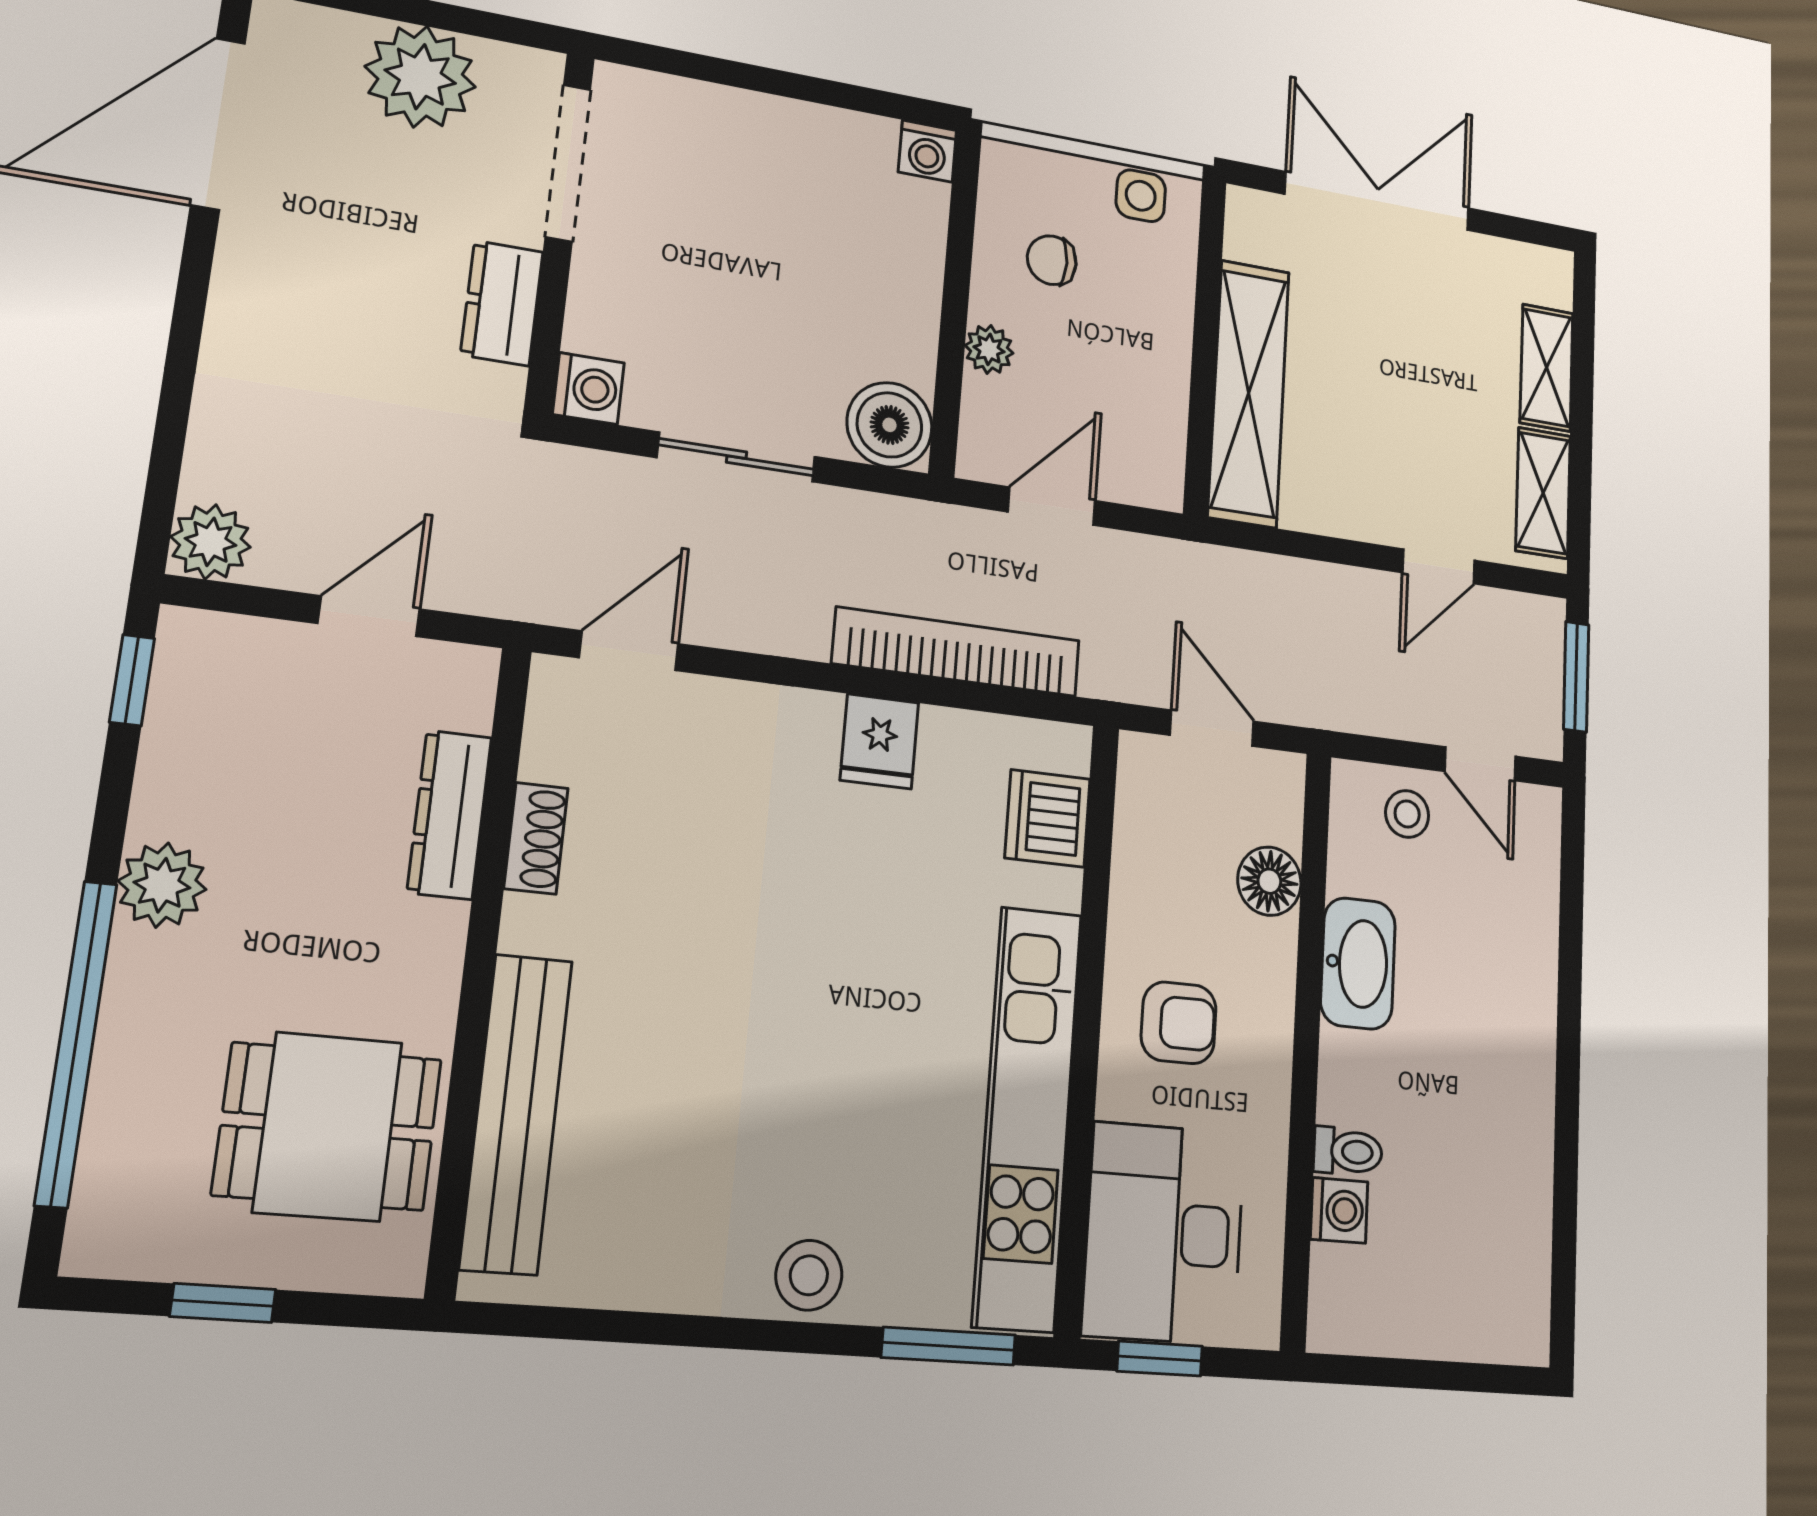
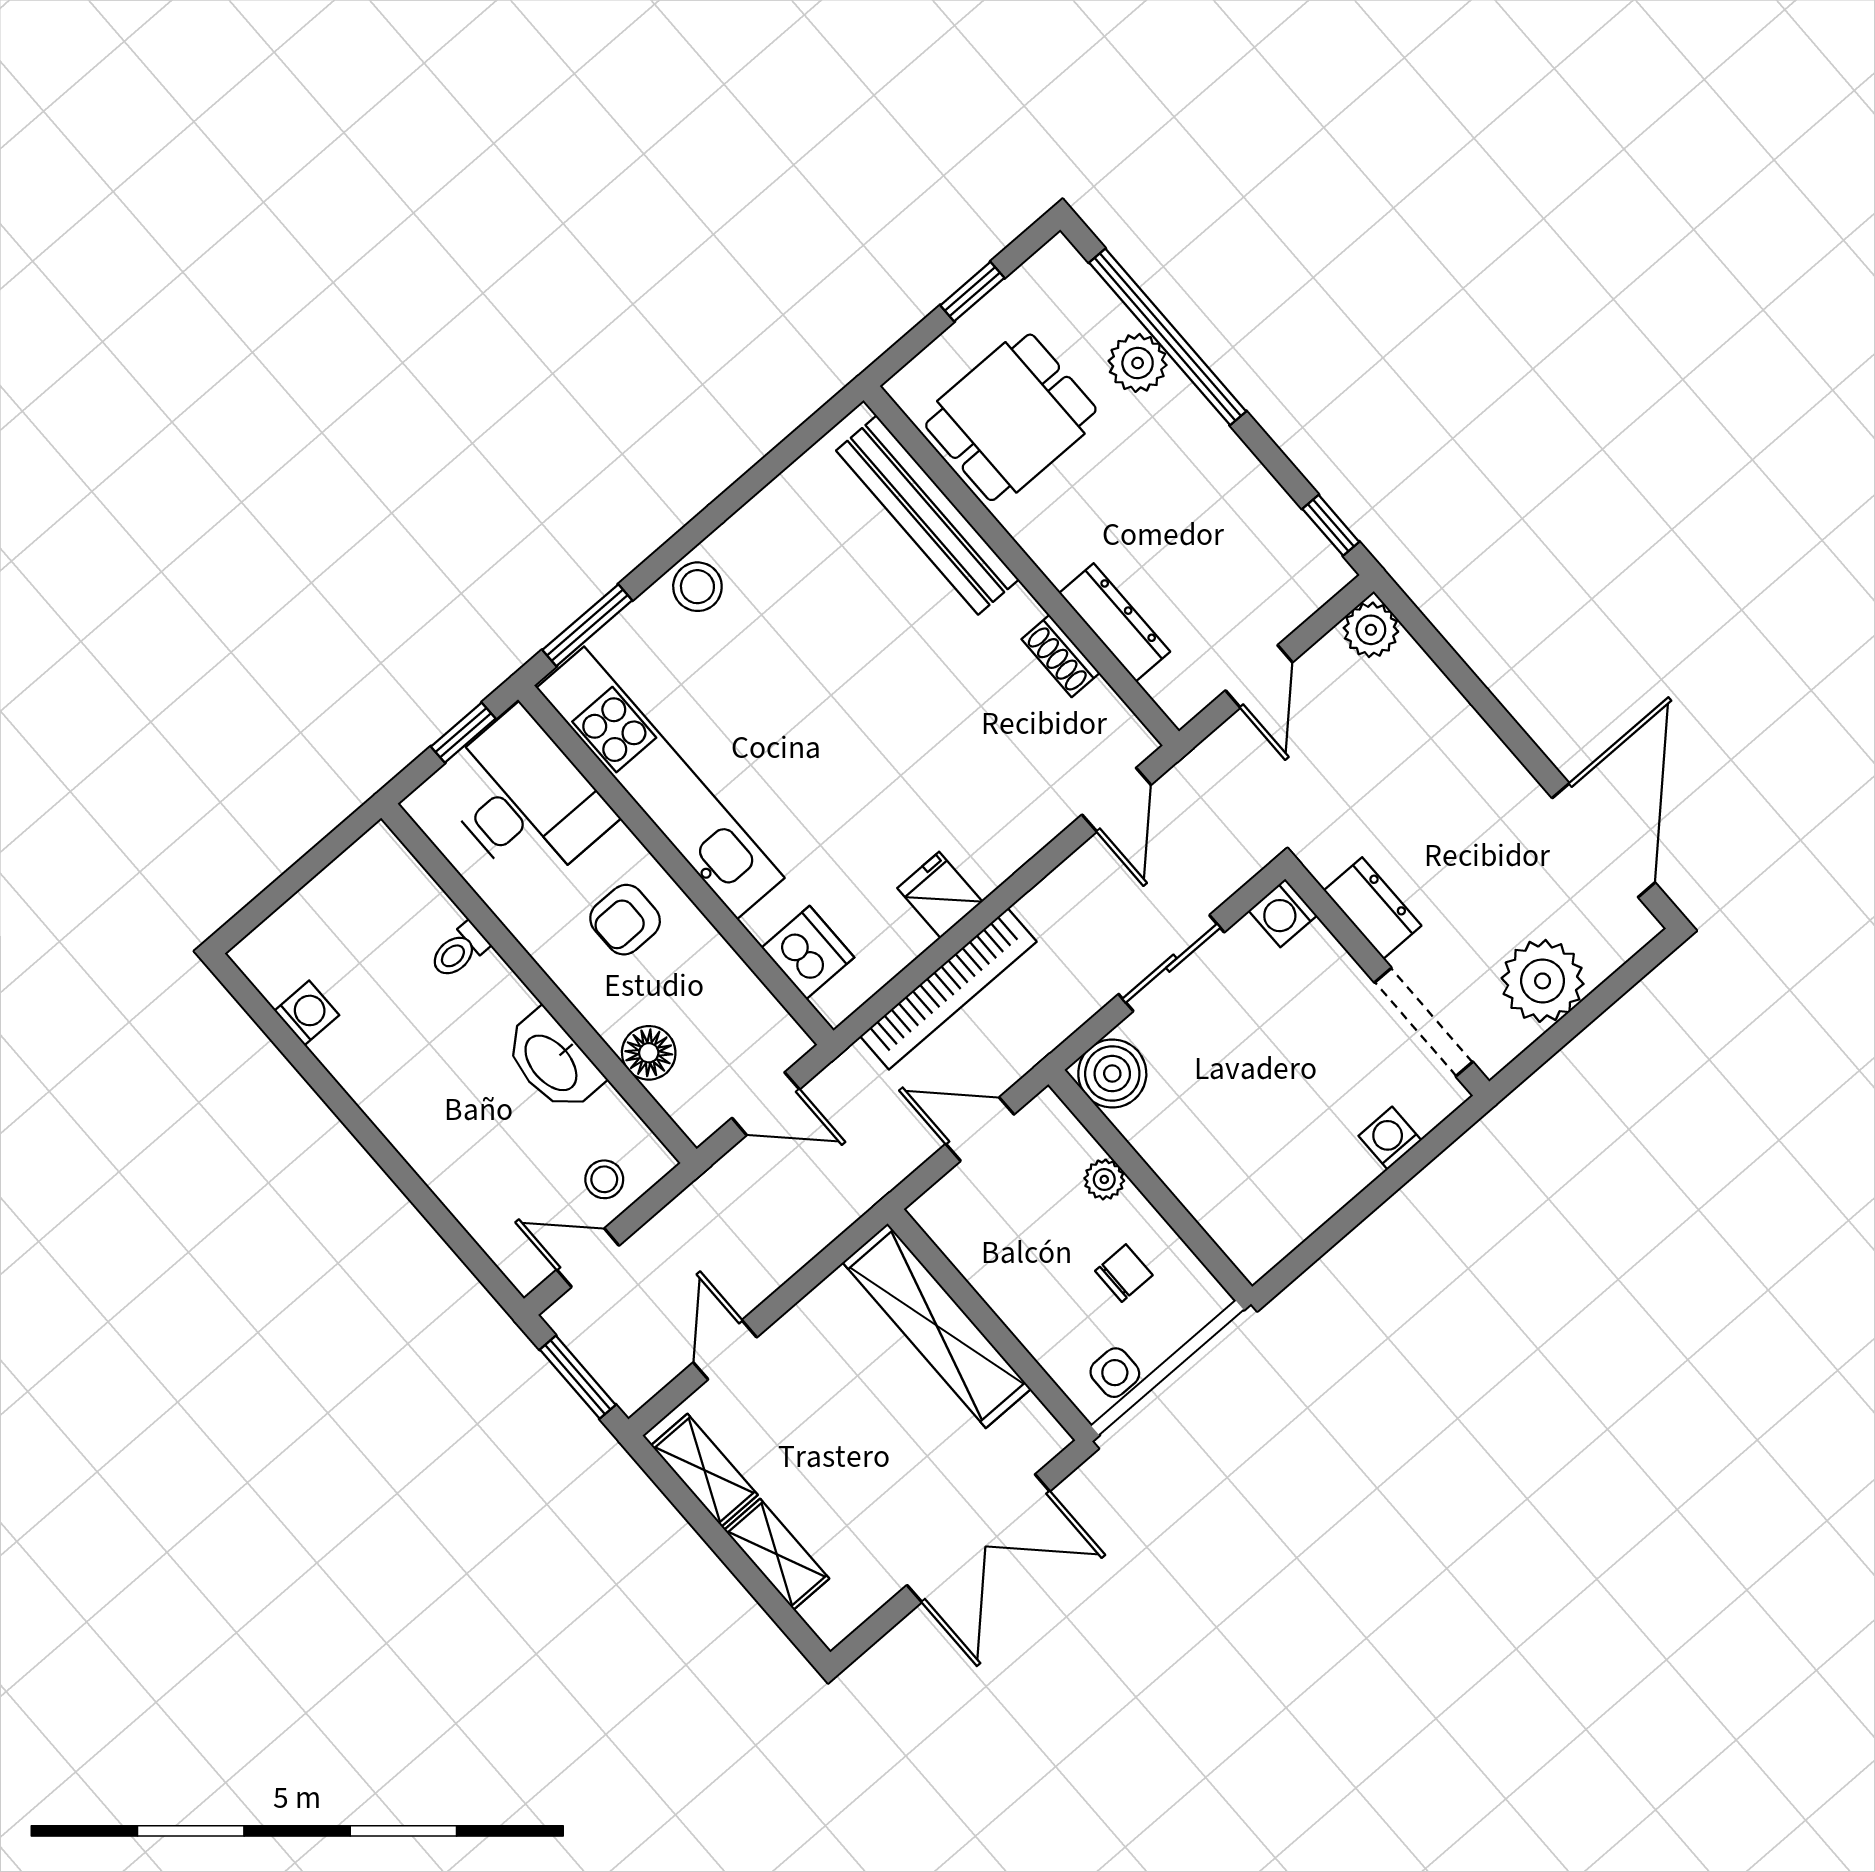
washing machine: (927, 151) -> (1390, 1138), moved
door: (1052, 506) -> (980, 1129), swing flipped
plant: (162, 885) -> (1138, 363), moved
washing machine: (1339, 1210) -> (307, 1013), moved, turned 180

